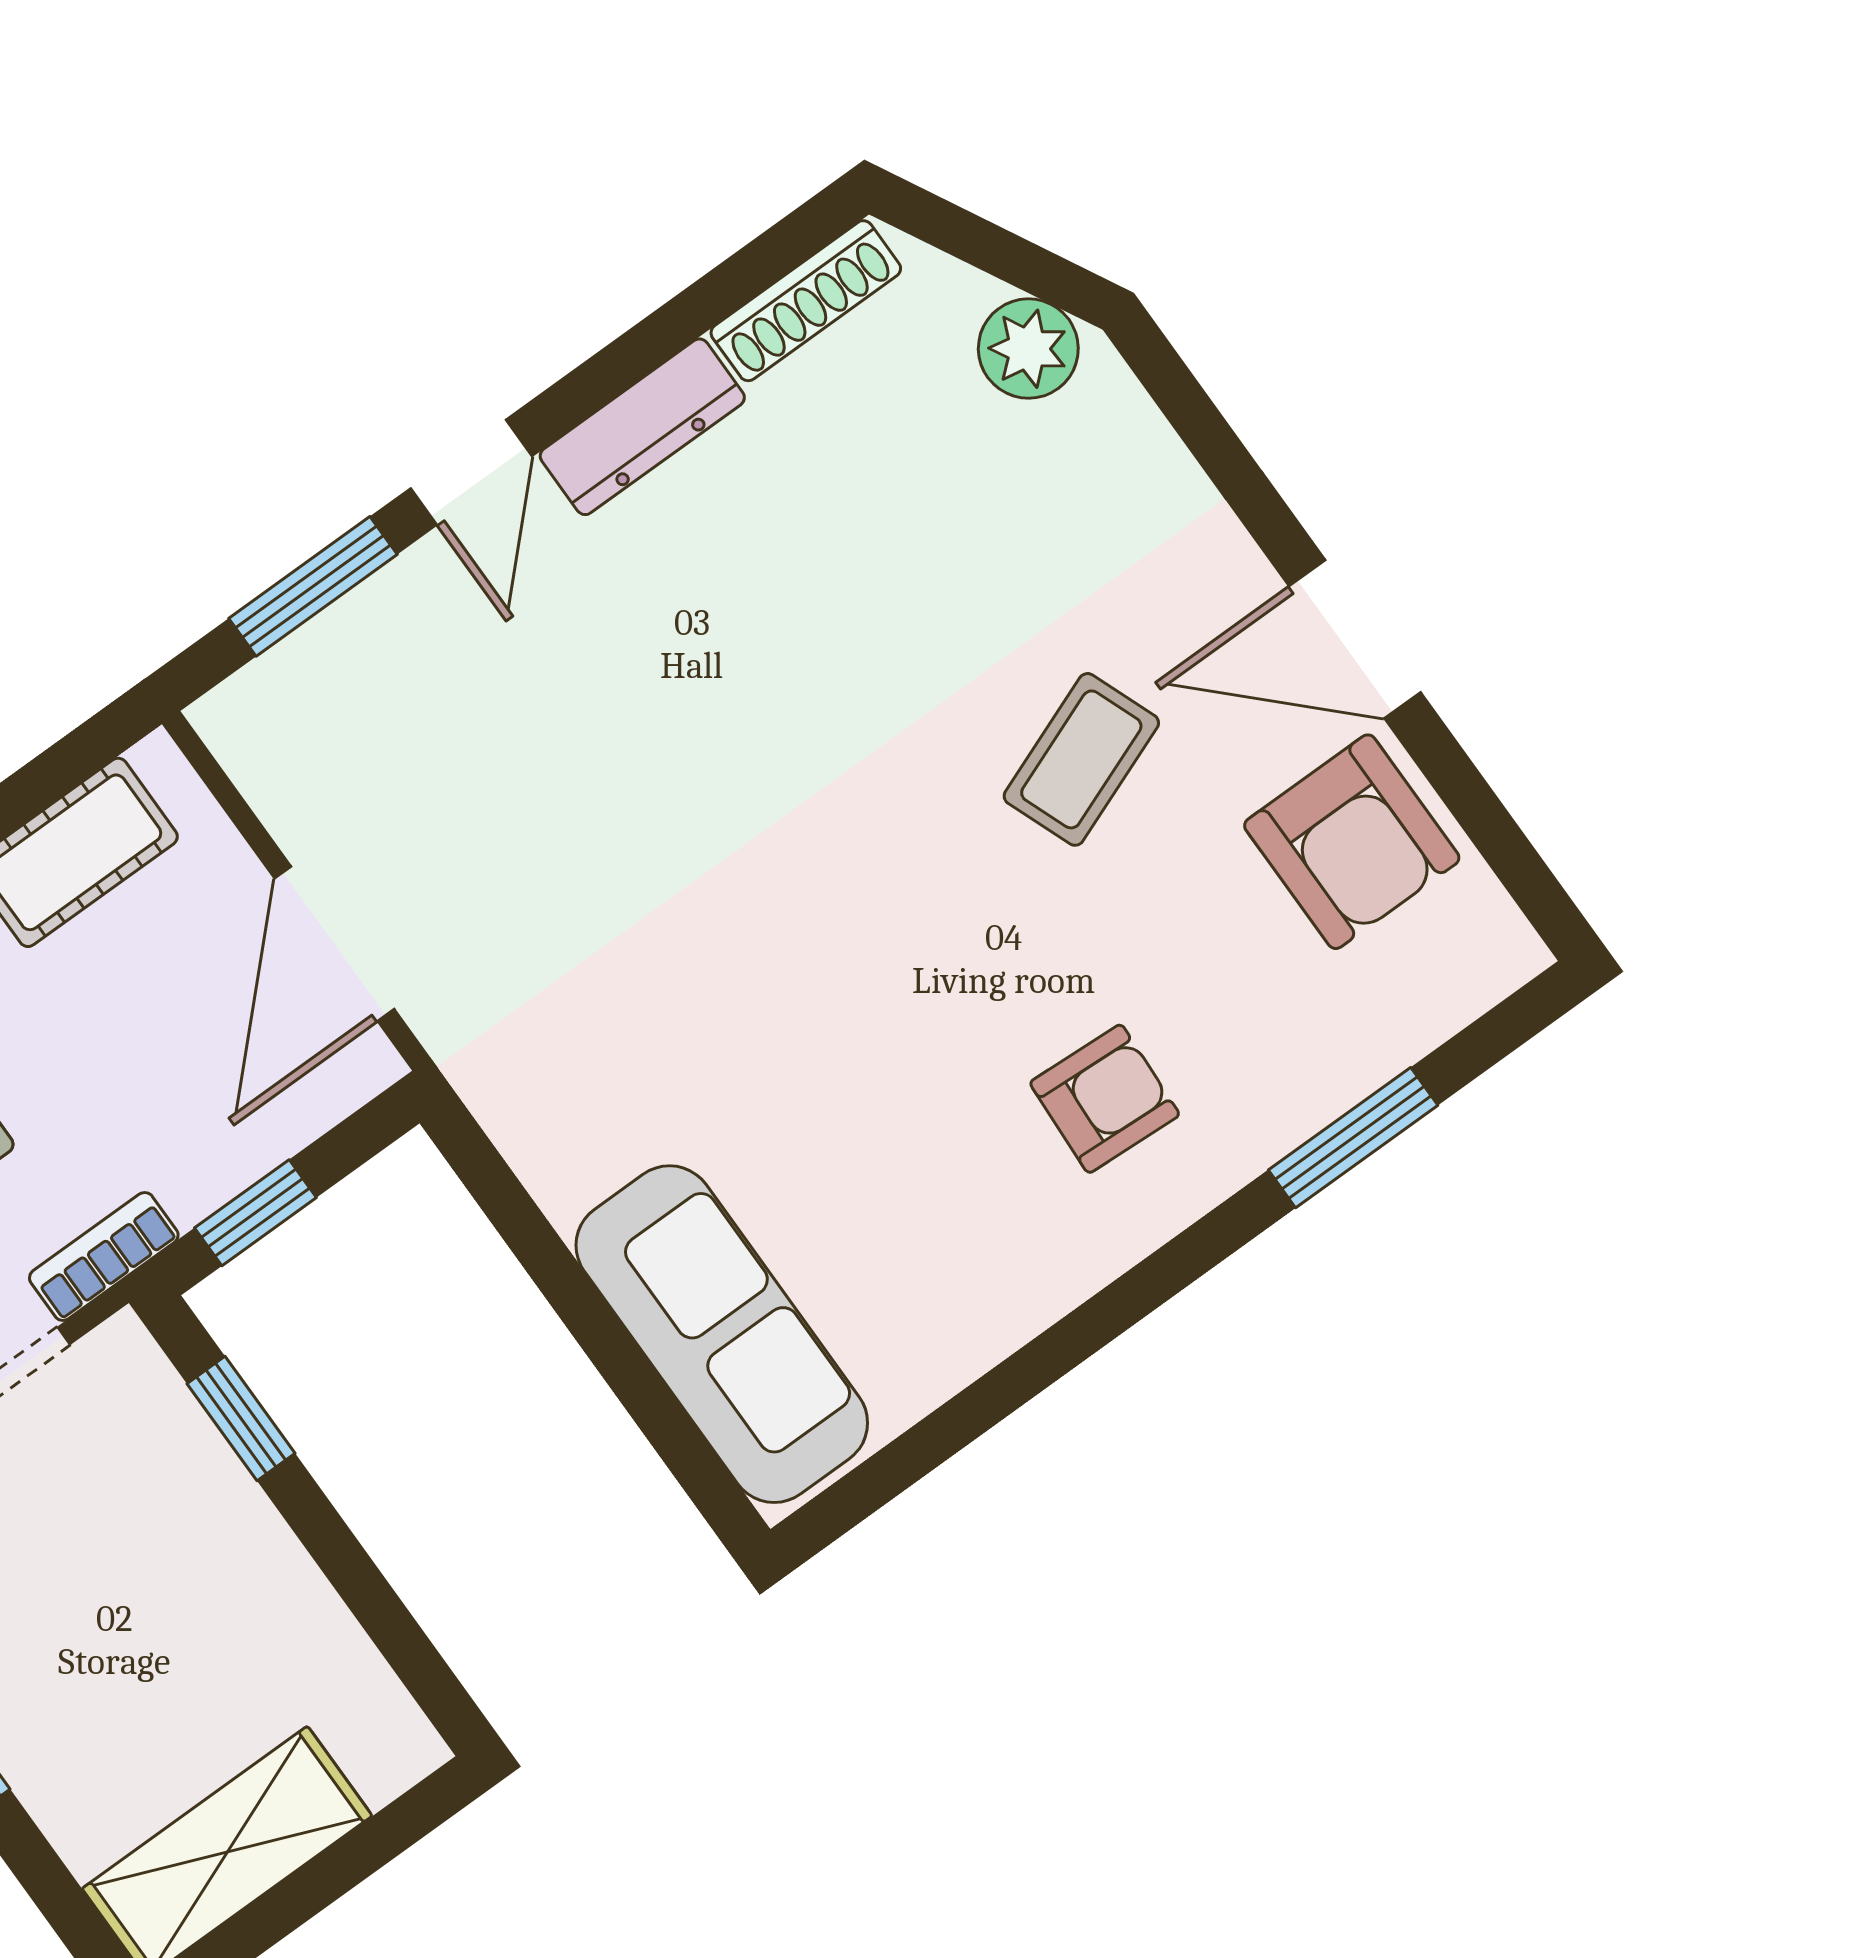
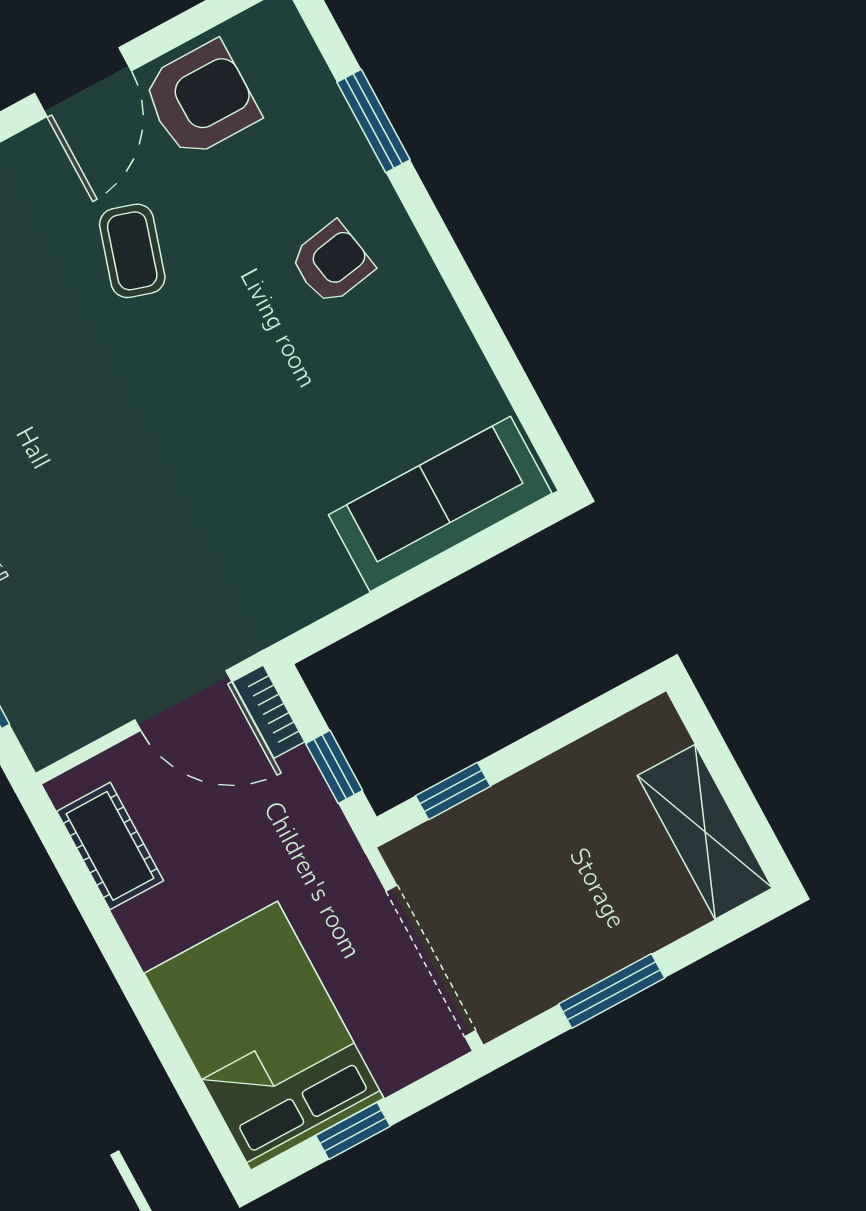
coffee table: (1081, 759) -> (132, 251), turned 38
armchair: (1105, 1099) -> (332, 263), turned 77
bookcase: (104, 1256) -> (269, 712), moved

